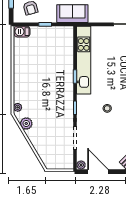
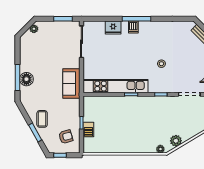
sofa: (72, 14) -> (71, 83), moved
barbecue: (22, 32) -> (88, 130), moved

